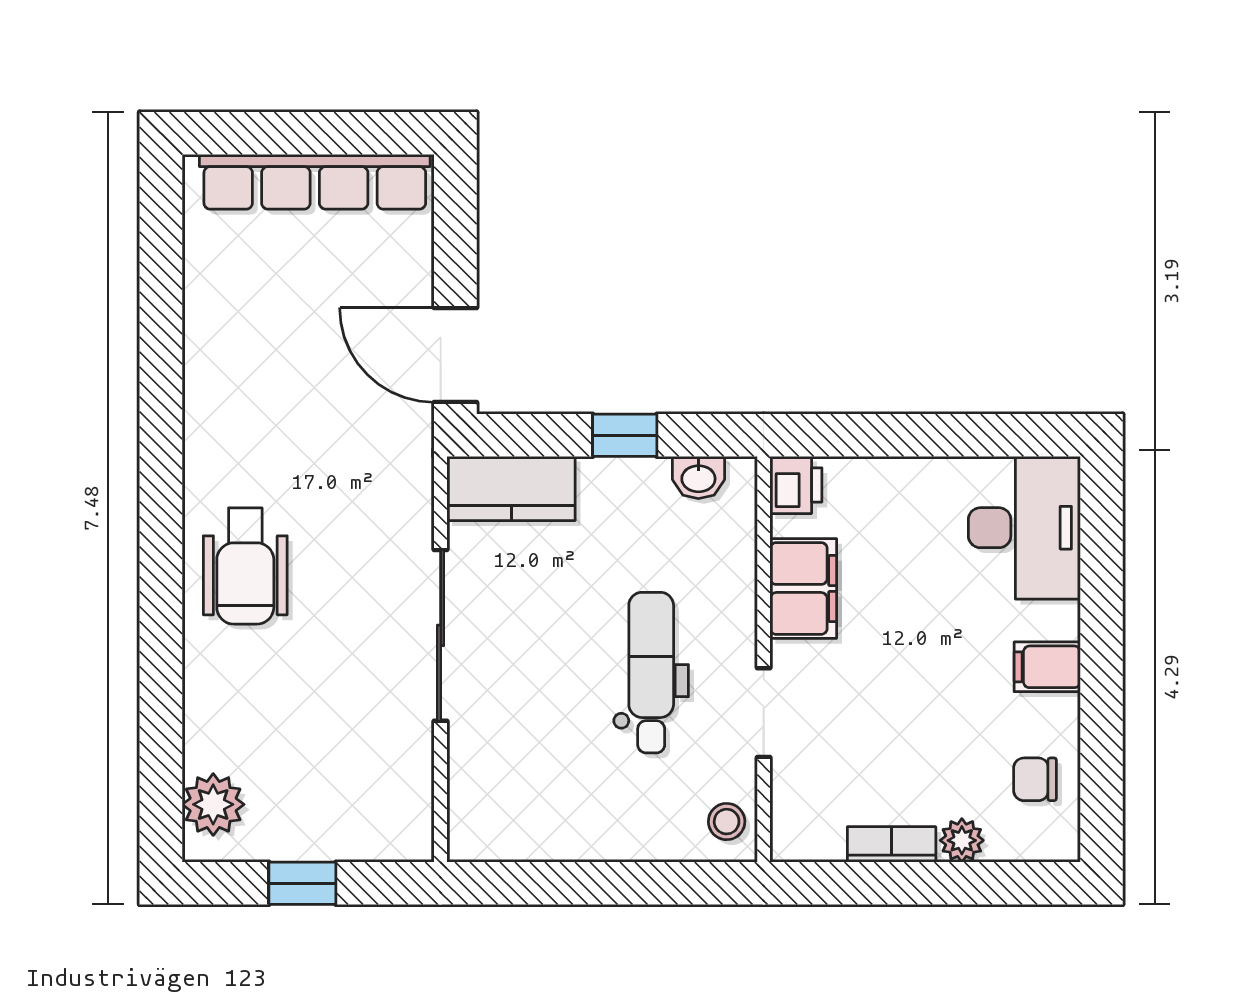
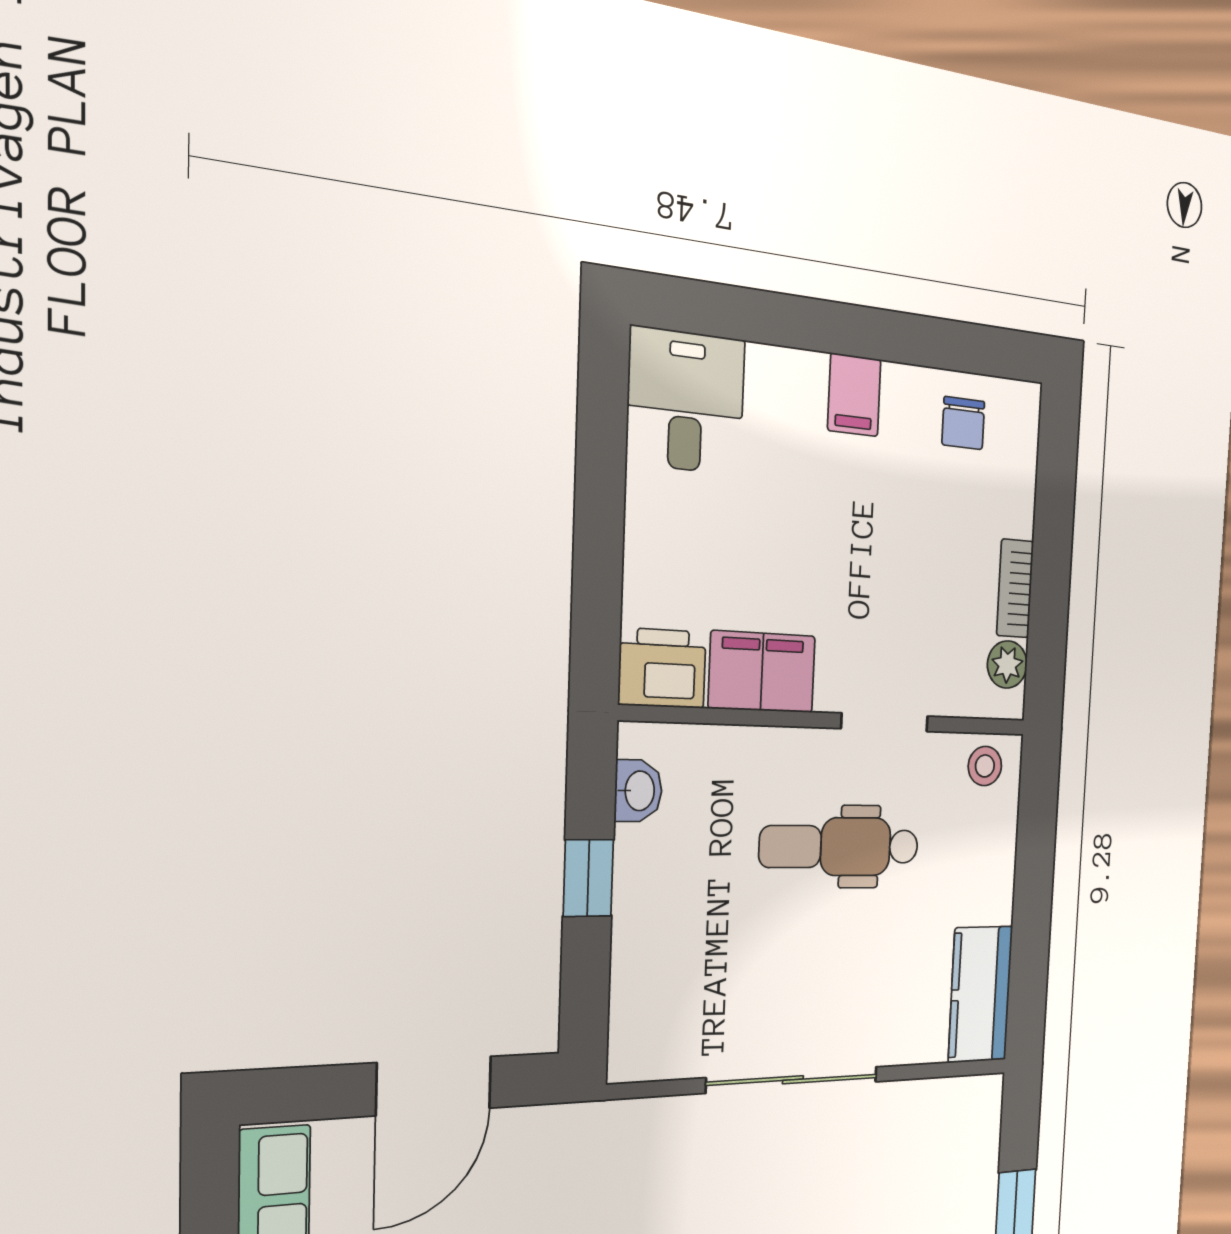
door: (455, 355) -> (434, 1086), moved
printer: (796, 485) -> (662, 668), width x1.36, depth x1.24
kitchen counter: (511, 488) -> (980, 994), moved, turned 180
desk: (1024, 528) -> (686, 401), width x0.73
plant: (962, 840) -> (1007, 665), moved

